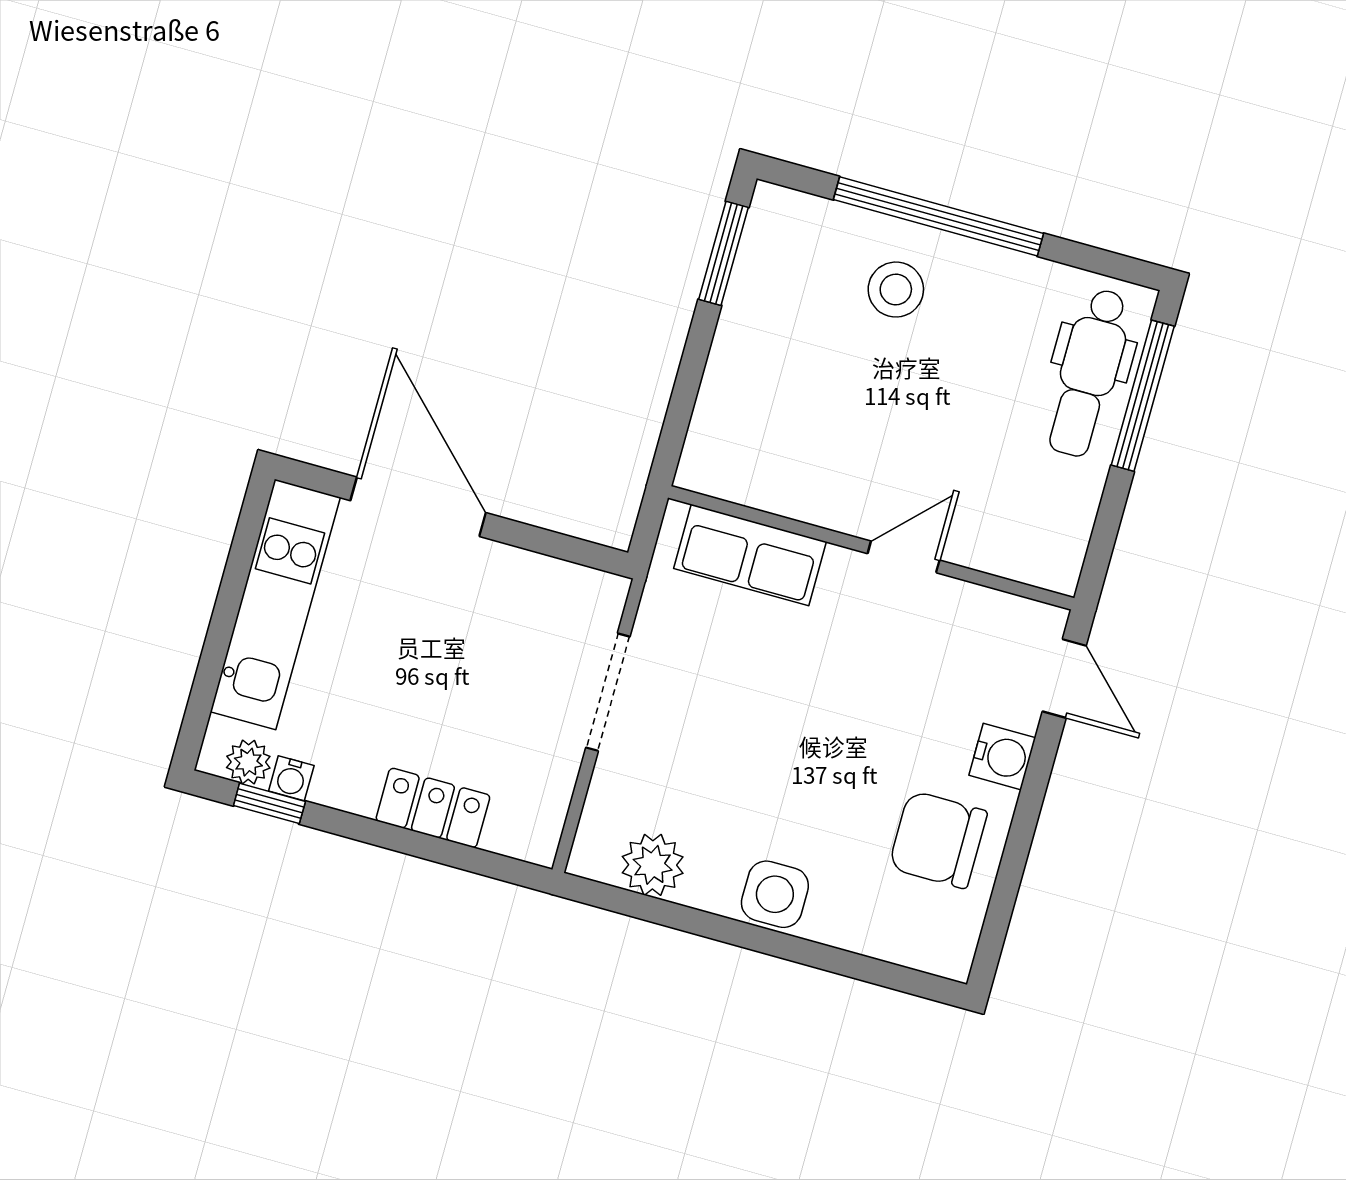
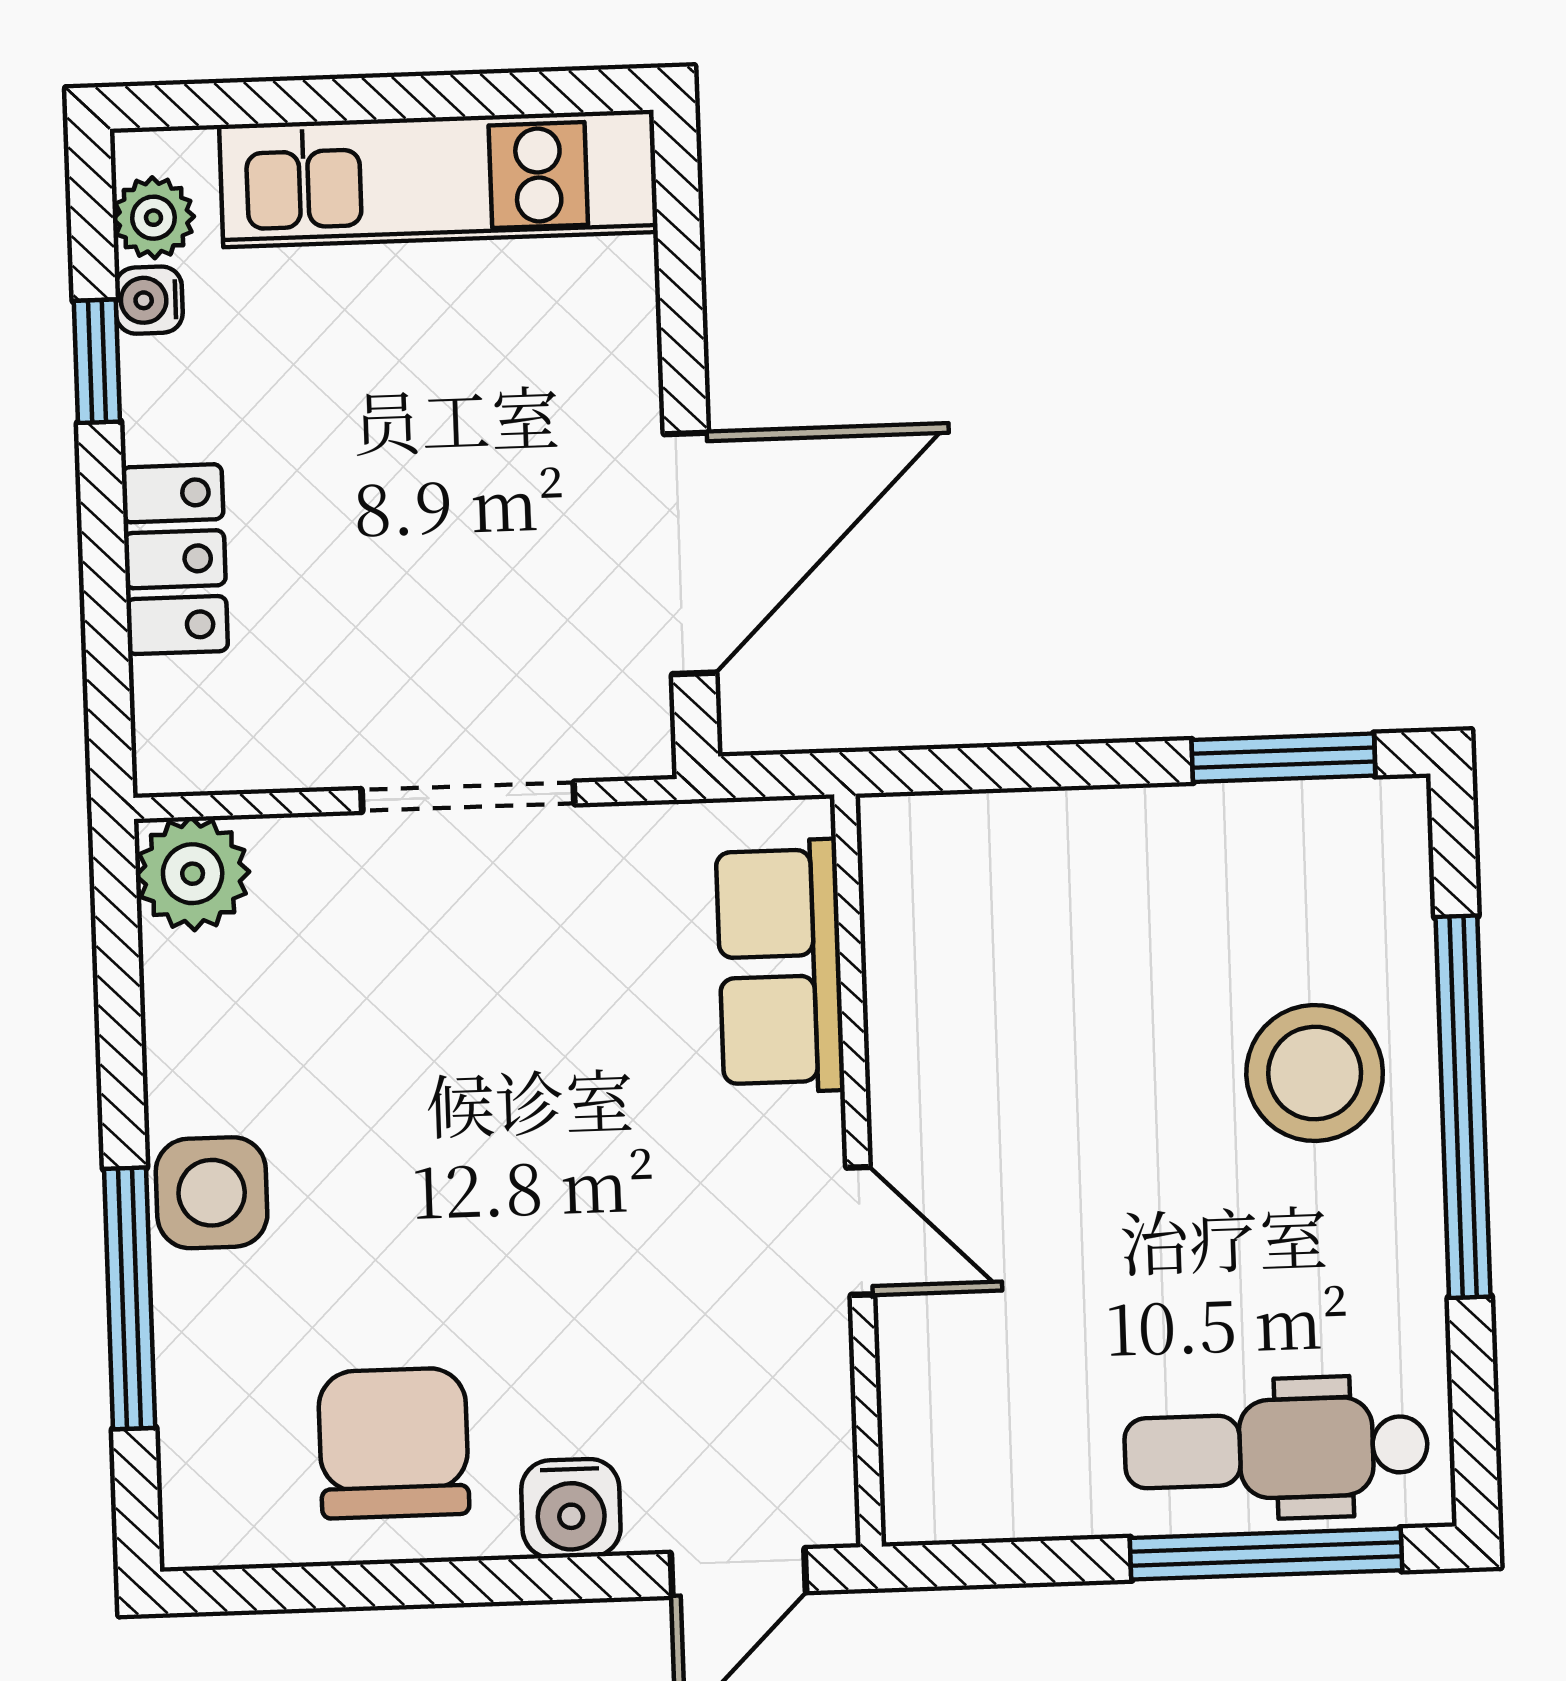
stool: (896, 290) -> (1315, 1073), width x1.38, depth x1.38
door: (418, 507) -> (690, 553), moved
window: (269, 803) -> (97, 361), moved
plant: (653, 865) -> (193, 874), moved
window: (817, 955) -> (130, 1298), added

